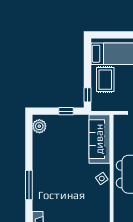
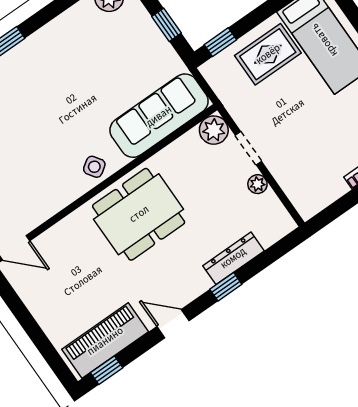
plant: (120, 122) -> (214, 130), added

